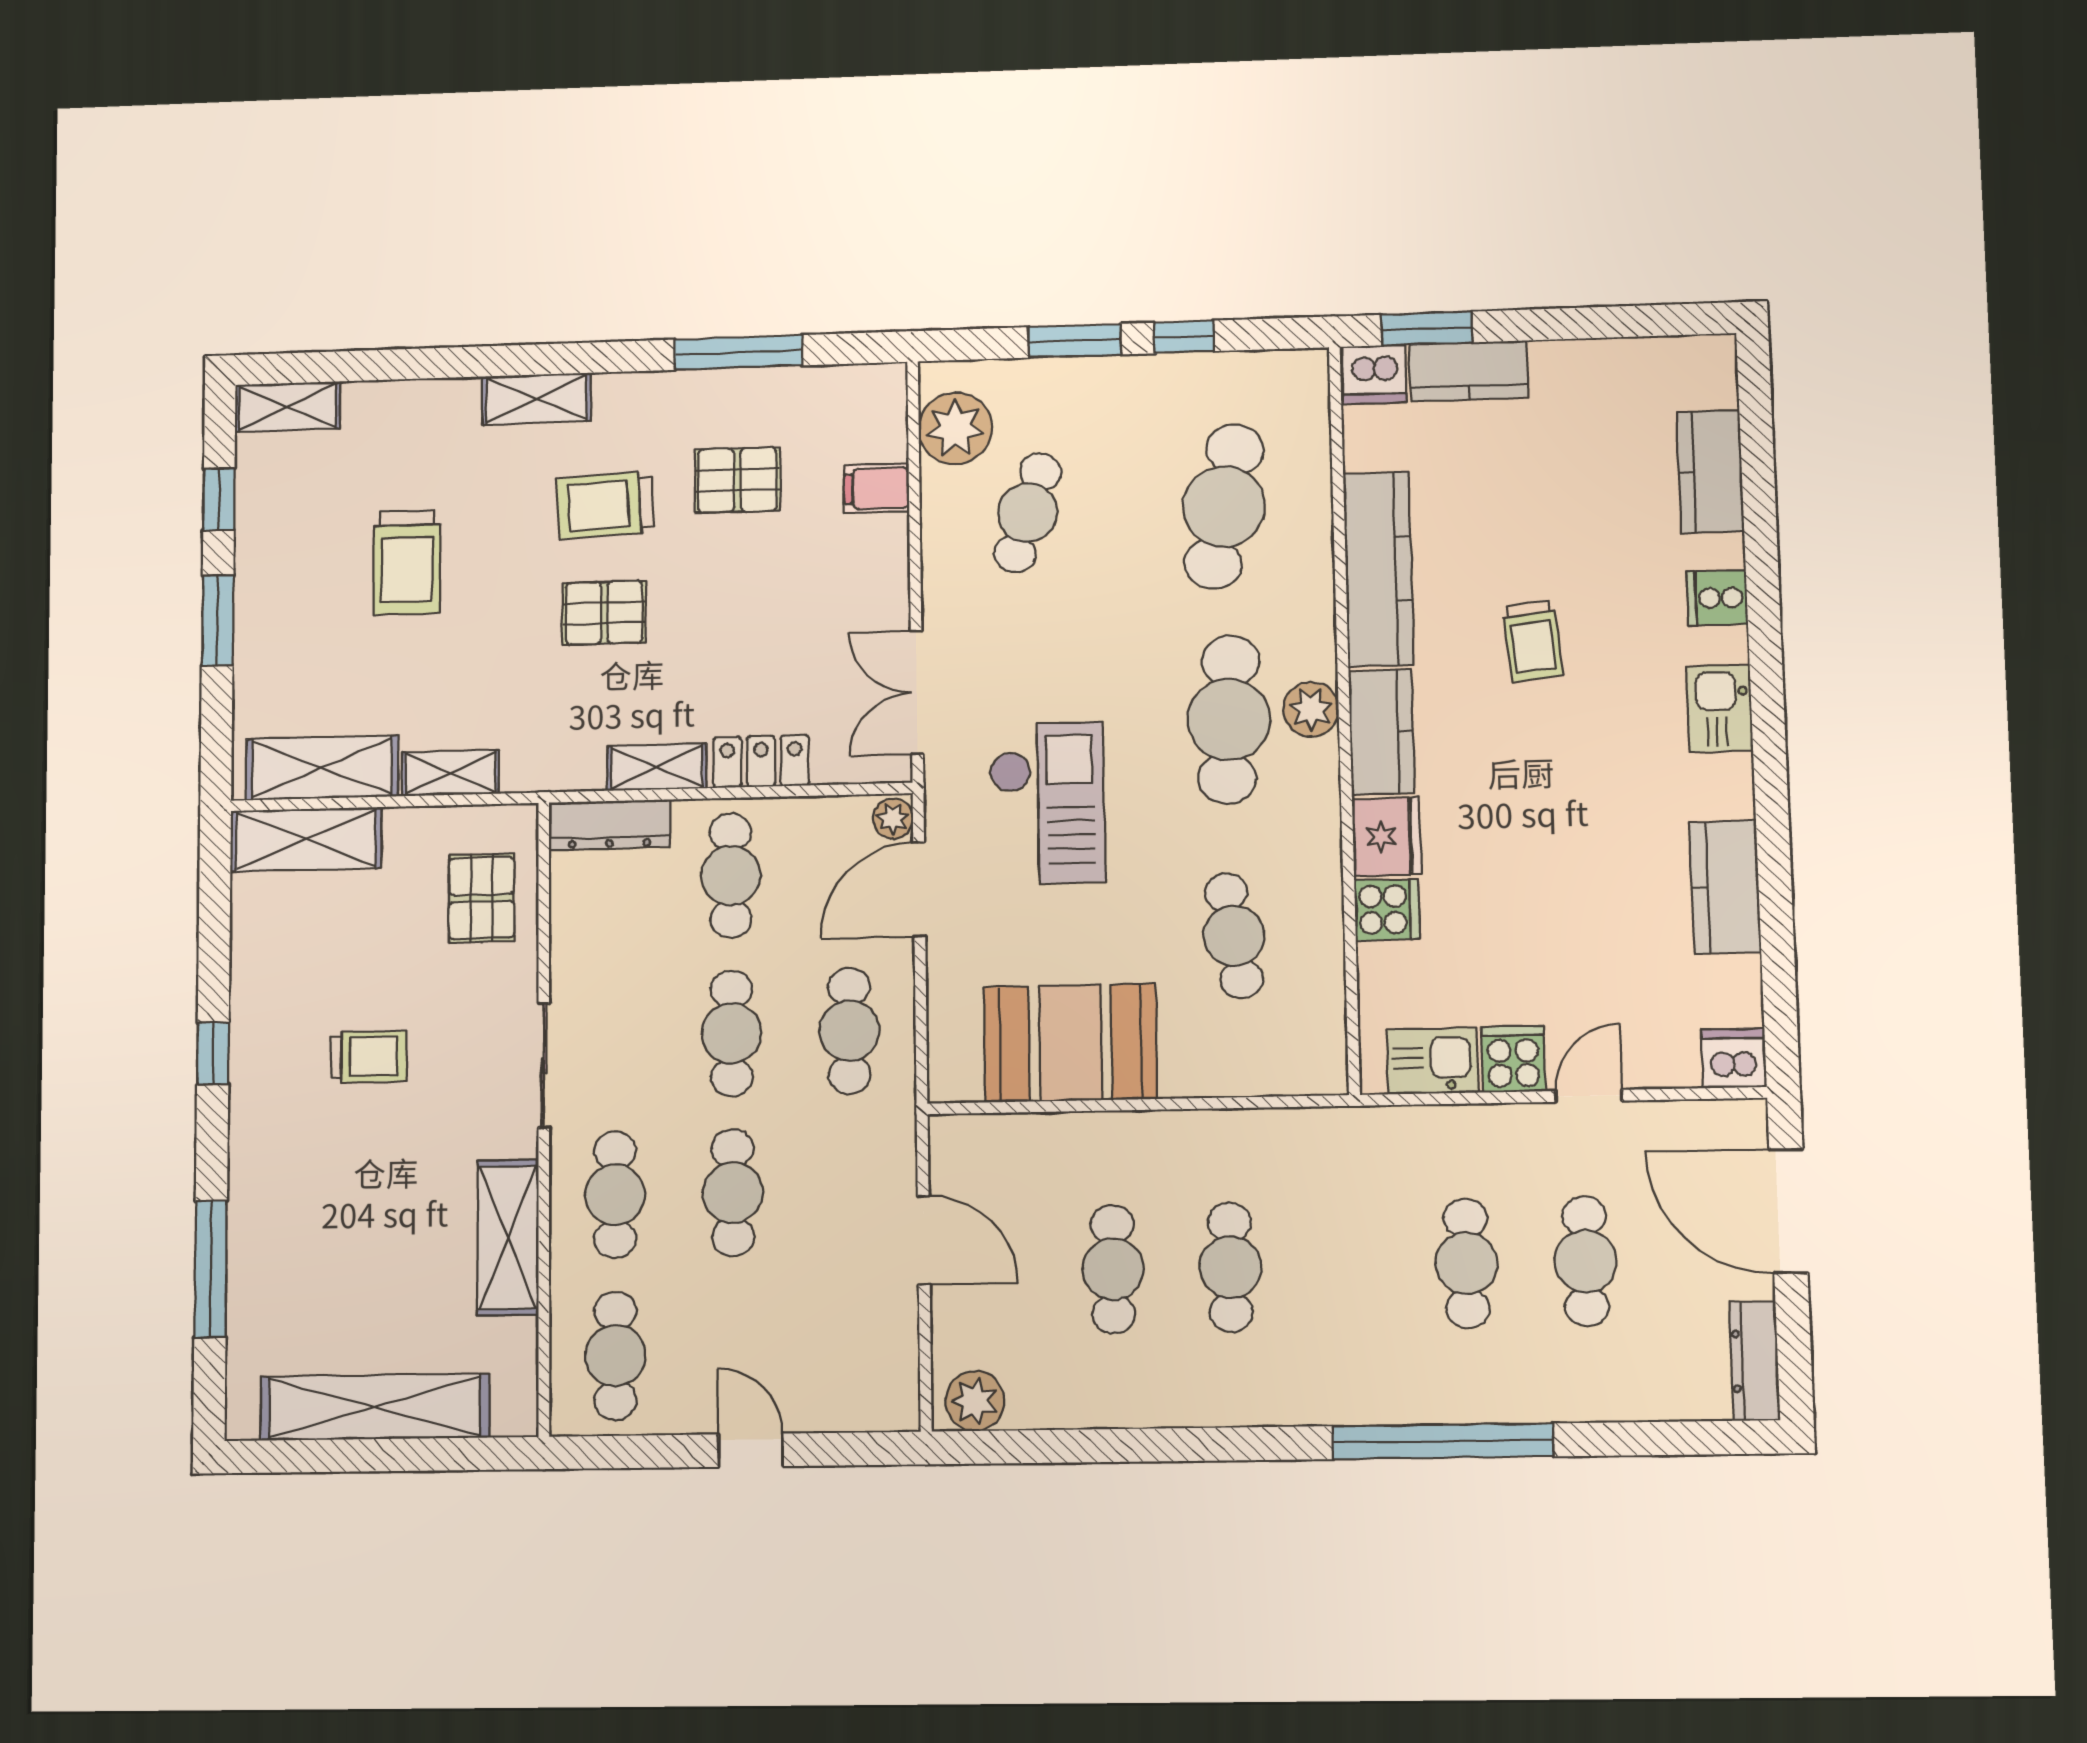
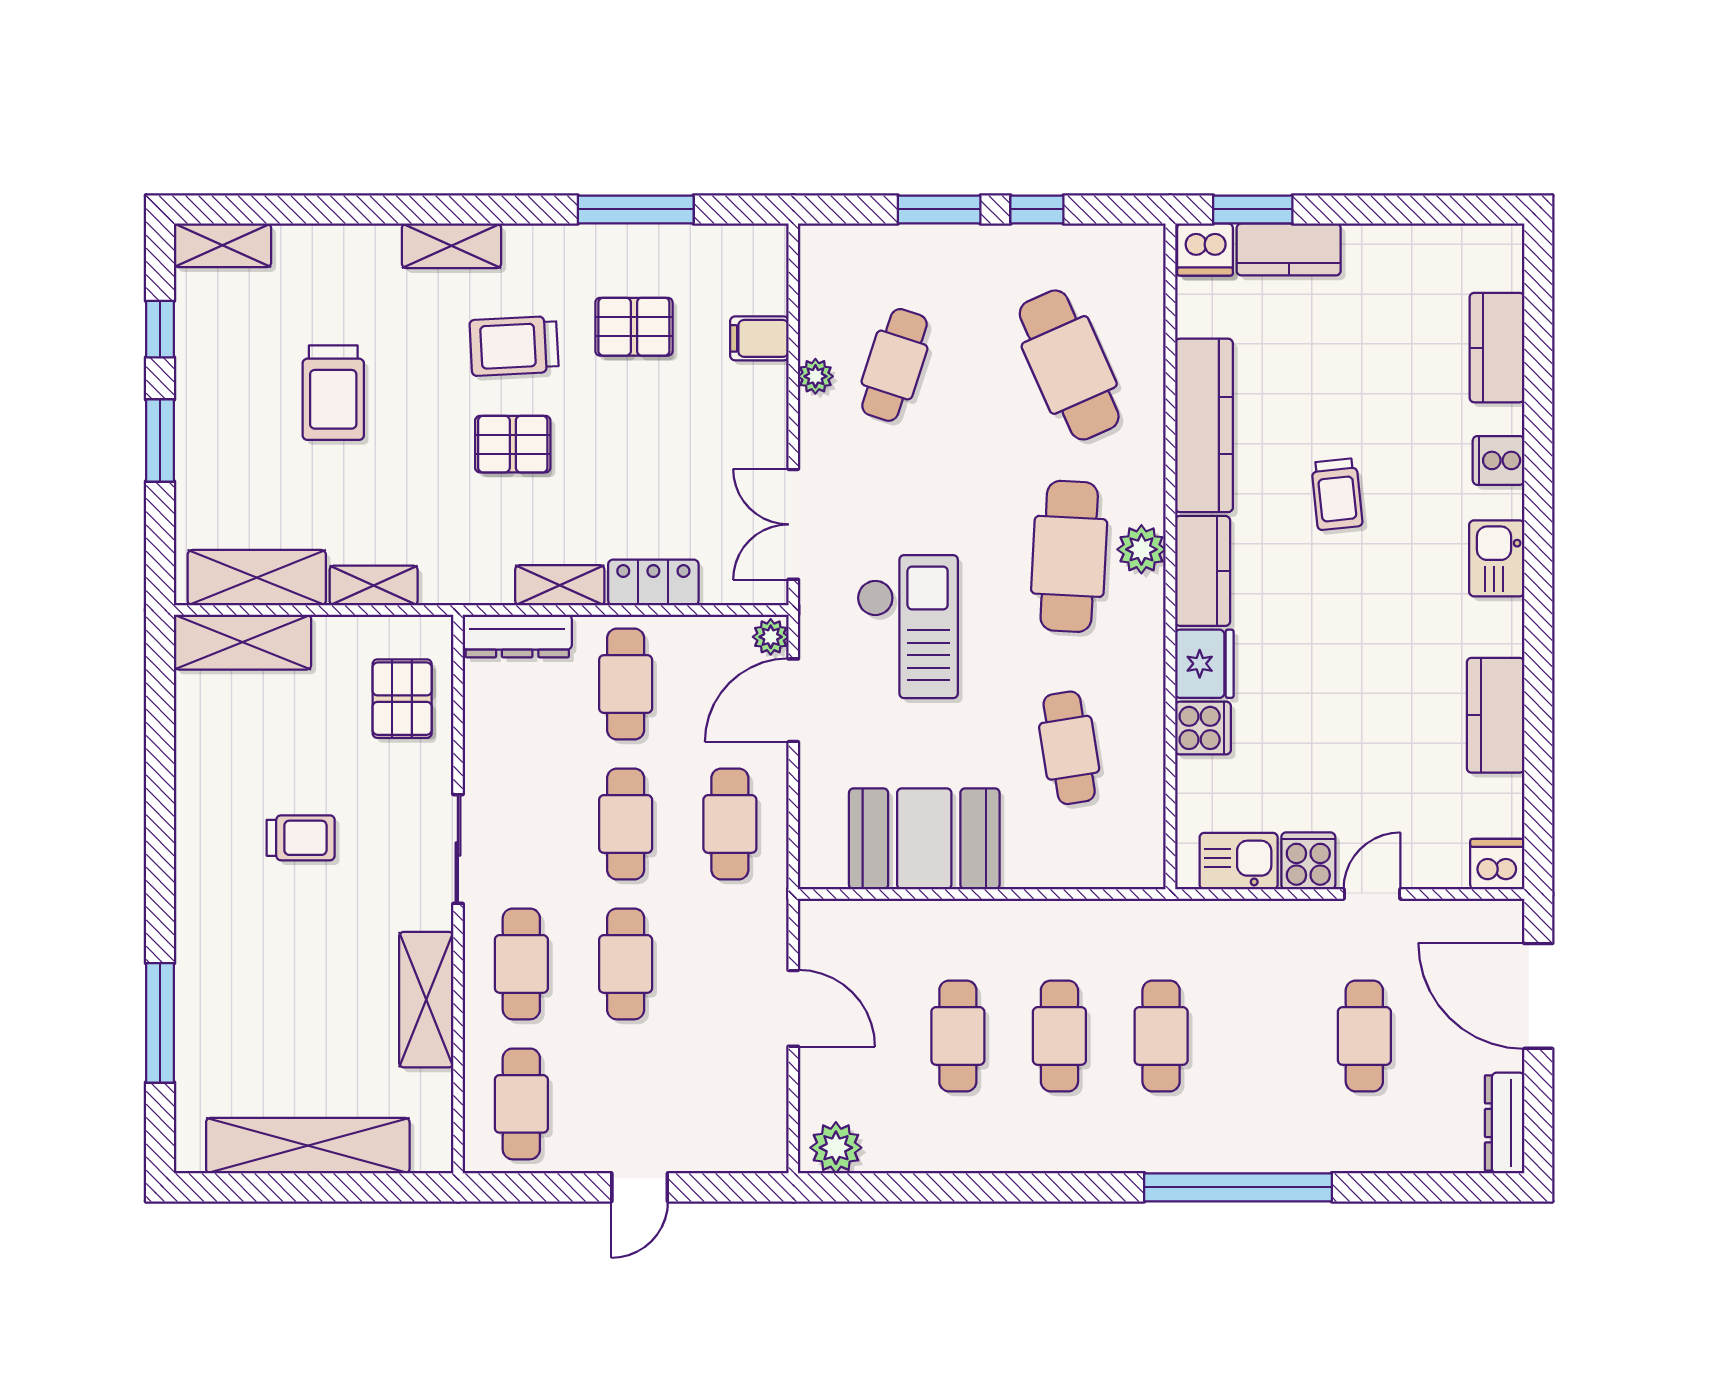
plant: (955, 428) -> (815, 376), moved, width x0.53, depth x0.53
cafe table: (1224, 507) -> (1069, 365), turned -36
window: (213, 1053) -> (160, 832), removed
cafe table: (1467, 1263) -> (1161, 1036), moved
door: (750, 1450) -> (640, 1187), swing flipped

